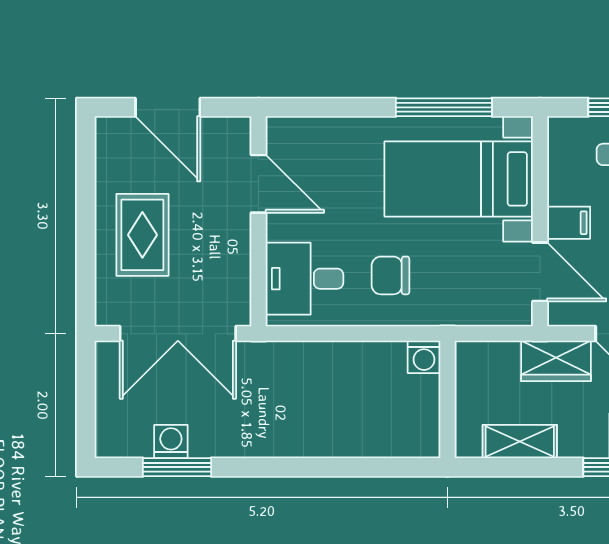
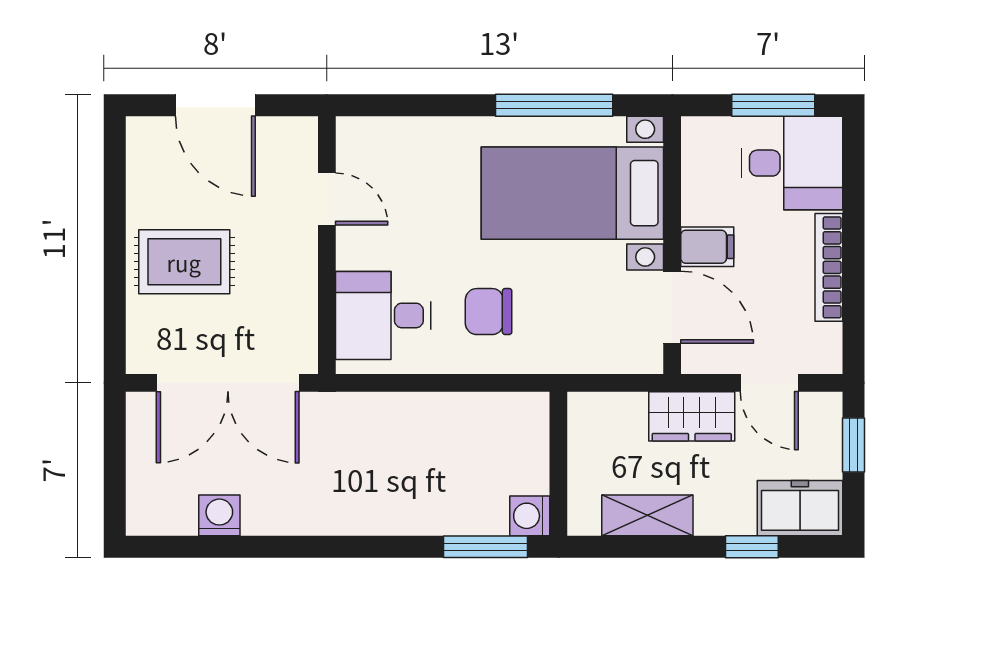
door: (259, 184) -> (327, 199), width x0.73
rug: (142, 235) -> (184, 262), turned 90
washing machine: (424, 357) -> (530, 516), moved, turned 90
window: (177, 467) -> (486, 547), moved

